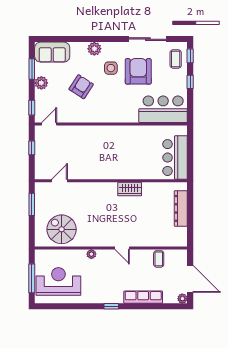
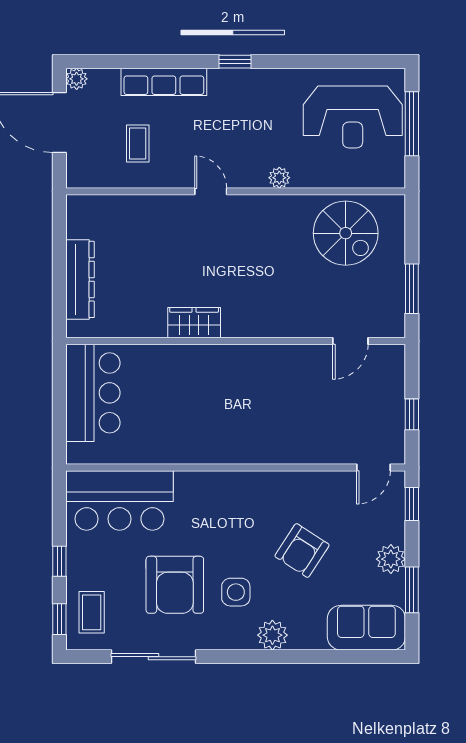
coffee table: (159, 259) -> (138, 144), moved

